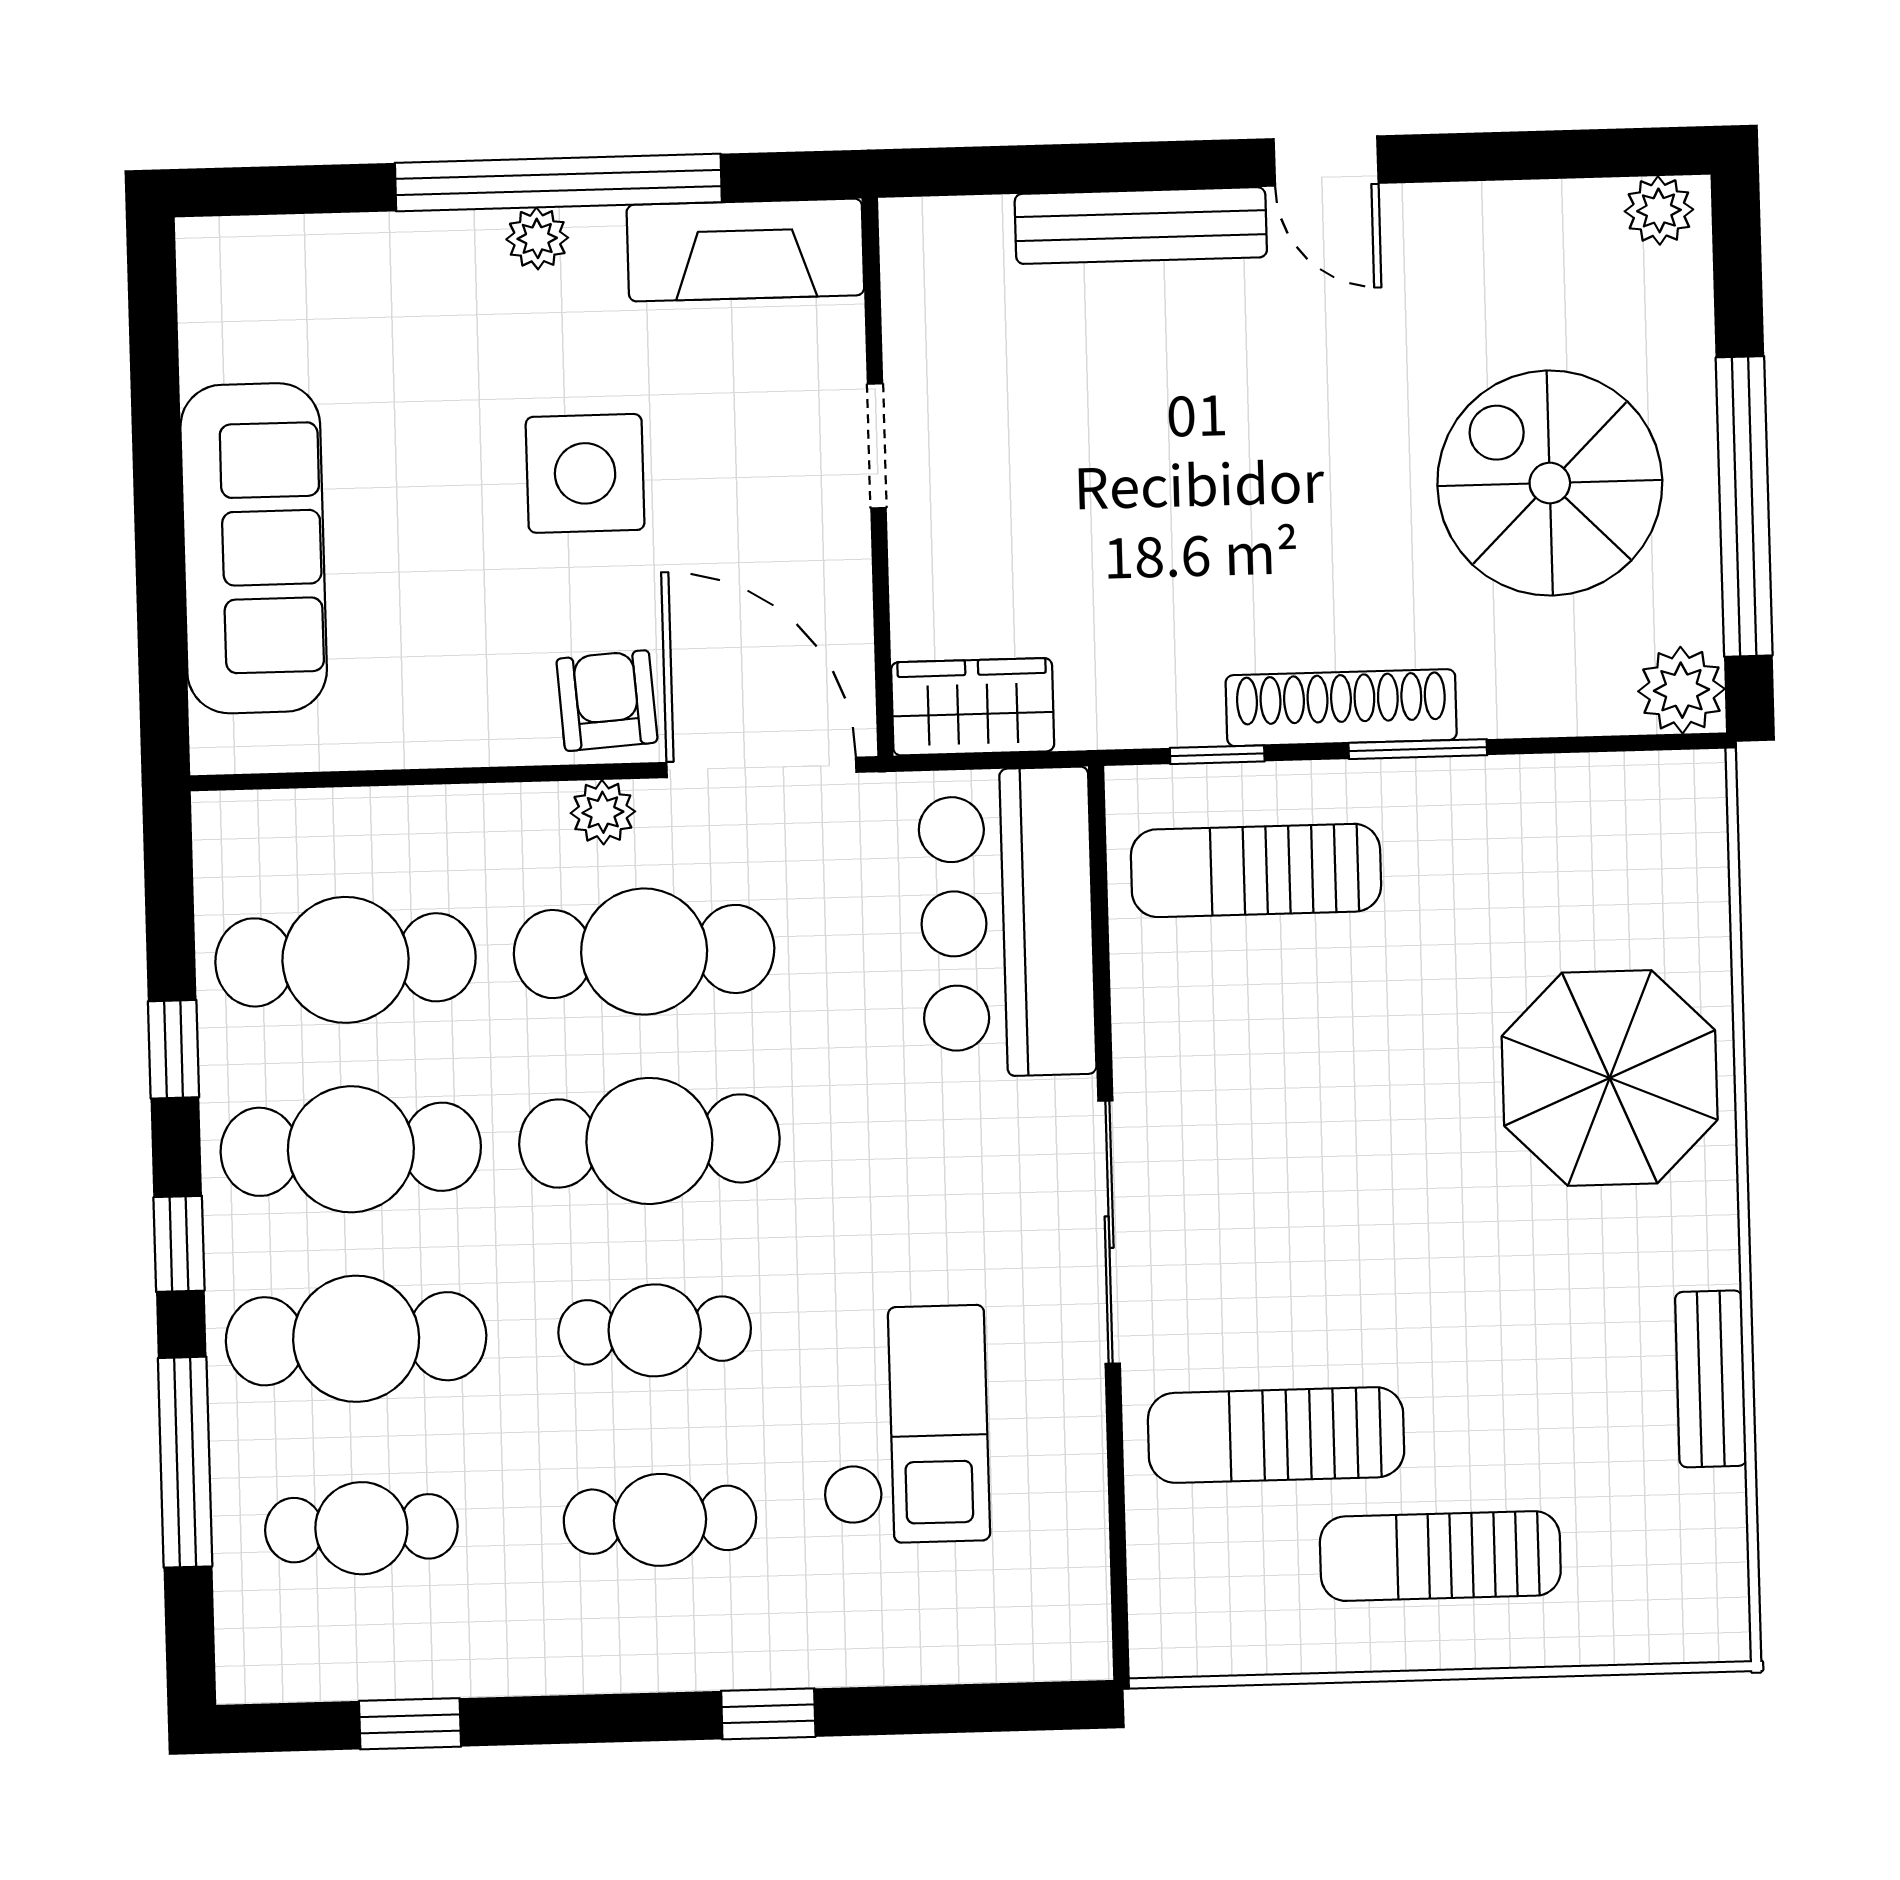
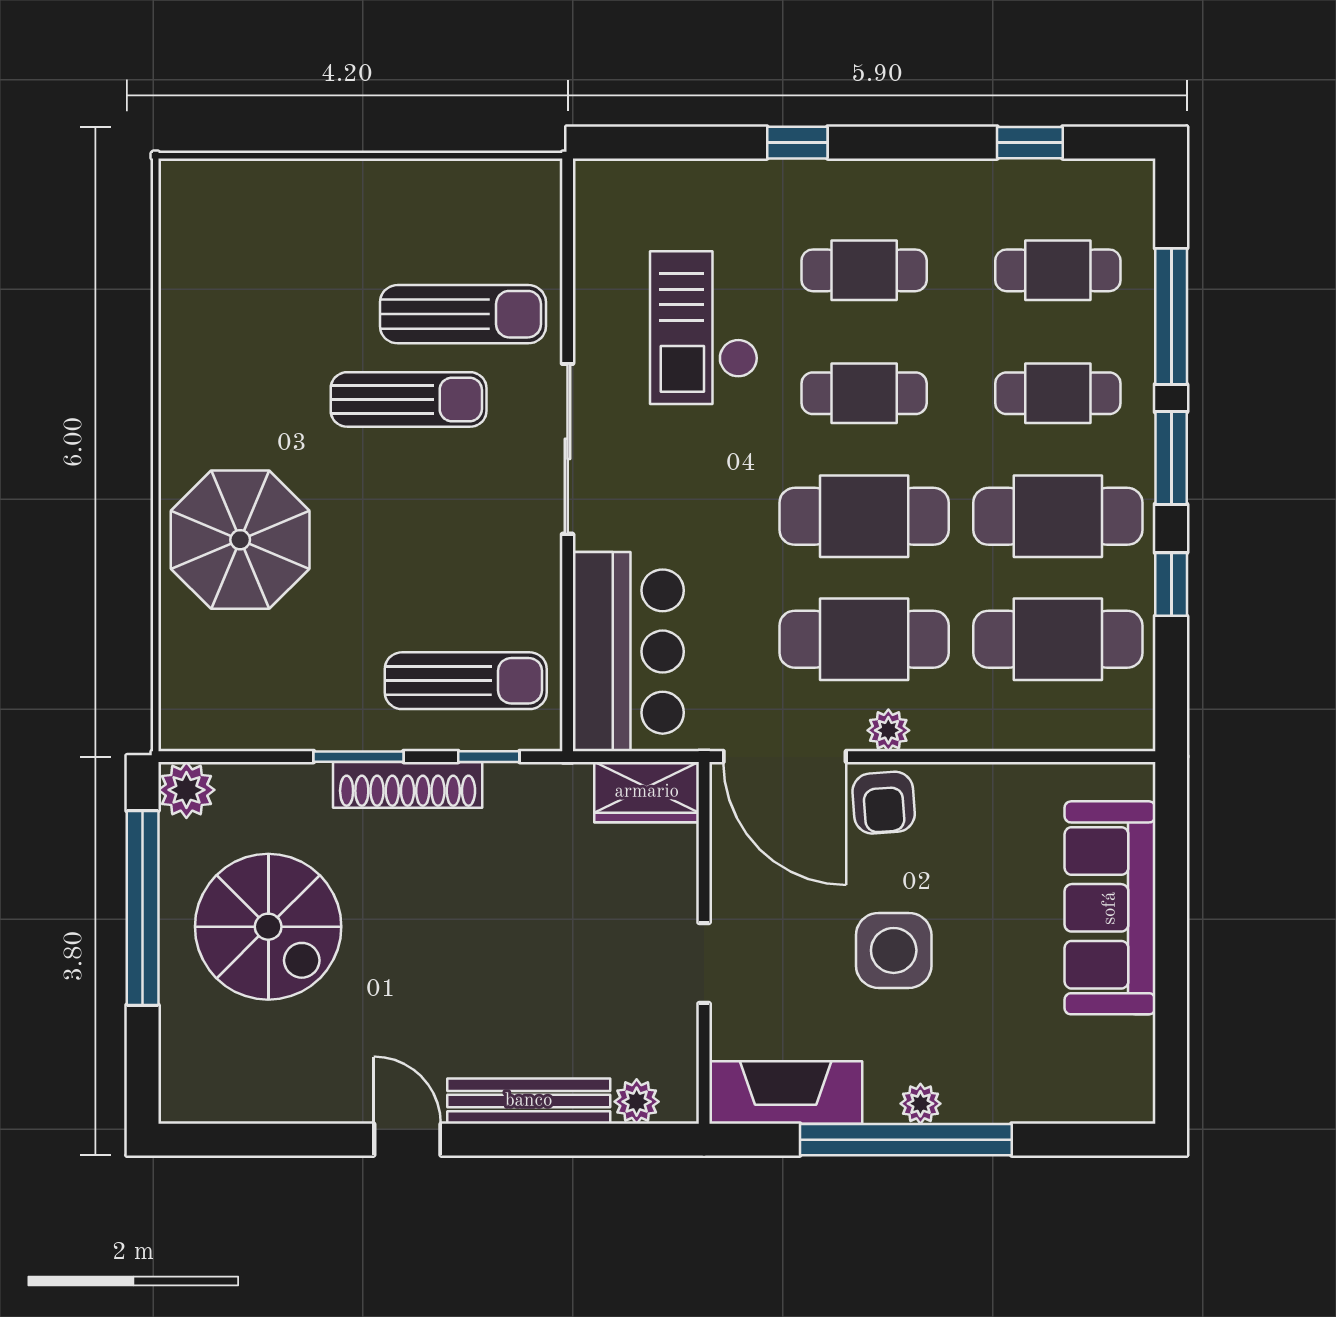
plant: (1659, 210) -> (637, 1102), moved
window: (179, 1244) -> (1171, 458), width x1.50
cafe table: (356, 1339) -> (1058, 393), width x0.73, depth x0.74
bench: (1711, 1379) -> (180, 343), removed
sun lounger: (1440, 1556) -> (409, 399), moved

